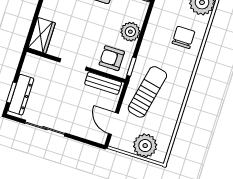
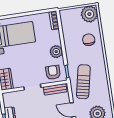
armchair: (112, 58) -> (53, 72), turned 90

